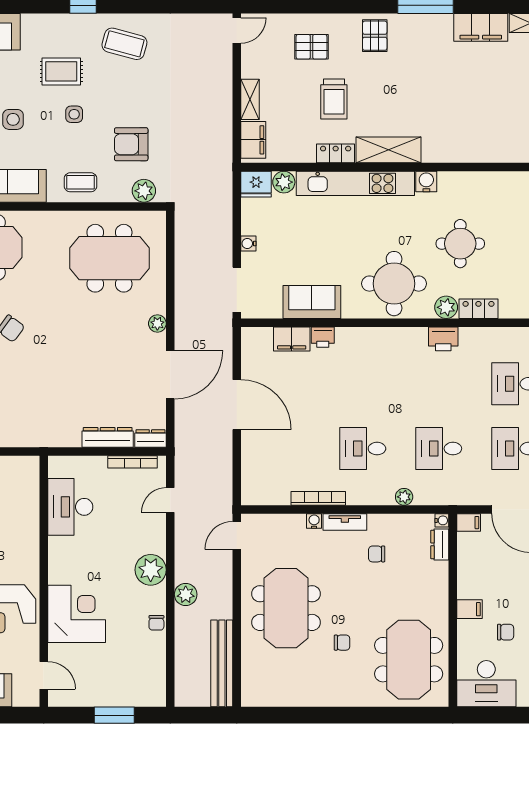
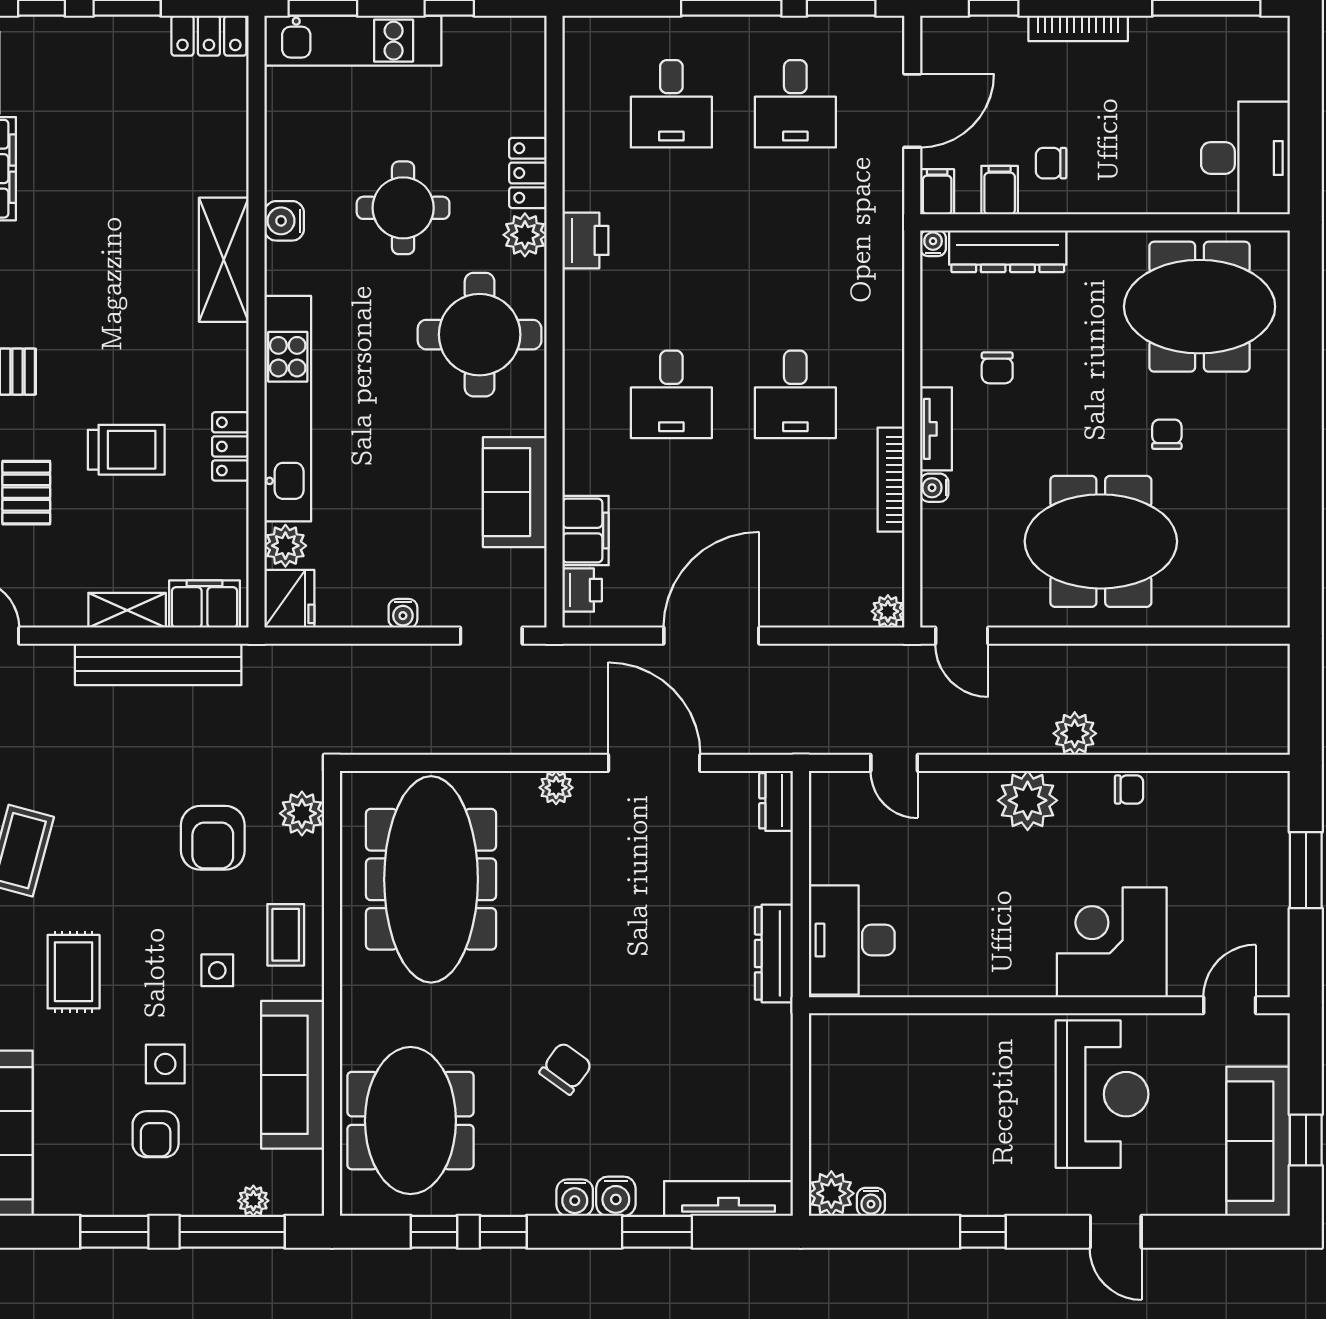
side table: (74, 114) -> (217, 970), moved
shelving: (389, 150) -> (224, 260), moved
water cooler: (426, 181) -> (284, 221), moved
meeting table: (109, 258) -> (431, 879), width x1.36
doorway: (237, 290) -> (491, 636), width x0.73
printer: (323, 337) -> (582, 590), moved
dresser: (108, 437) -> (774, 953), moved
desk: (439, 449) -> (671, 394), moved
bookcase: (133, 462) -> (821, 835), removed
plant: (404, 497) -> (888, 611), moved
desk: (70, 507) -> (852, 940), moved, turned 90
dresser: (440, 544) -> (1008, 251), width x1.96, depth x1.24
filing cabinet: (470, 609) -> (1000, 190), moved
chair: (506, 632) -> (1051, 163), moved, turned -90
bench: (222, 663) -> (158, 664), moved

